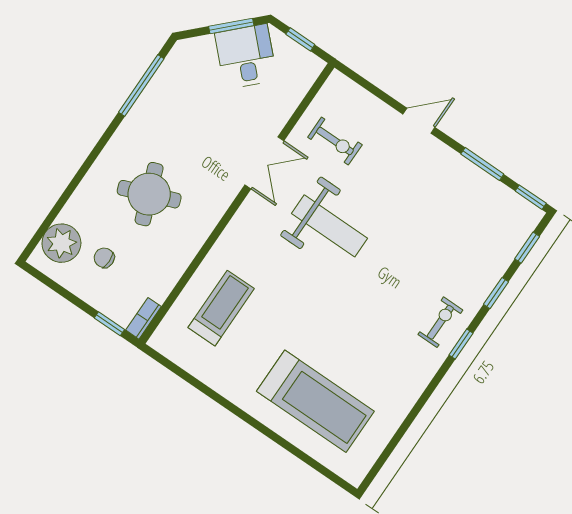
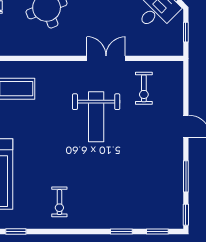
double door: (264, 163) -> (106, 58), swing flipped
exercise bike: (440, 322) -> (59, 202), moved, turned 90
window: (461, 344) -> (16, 231), moved

